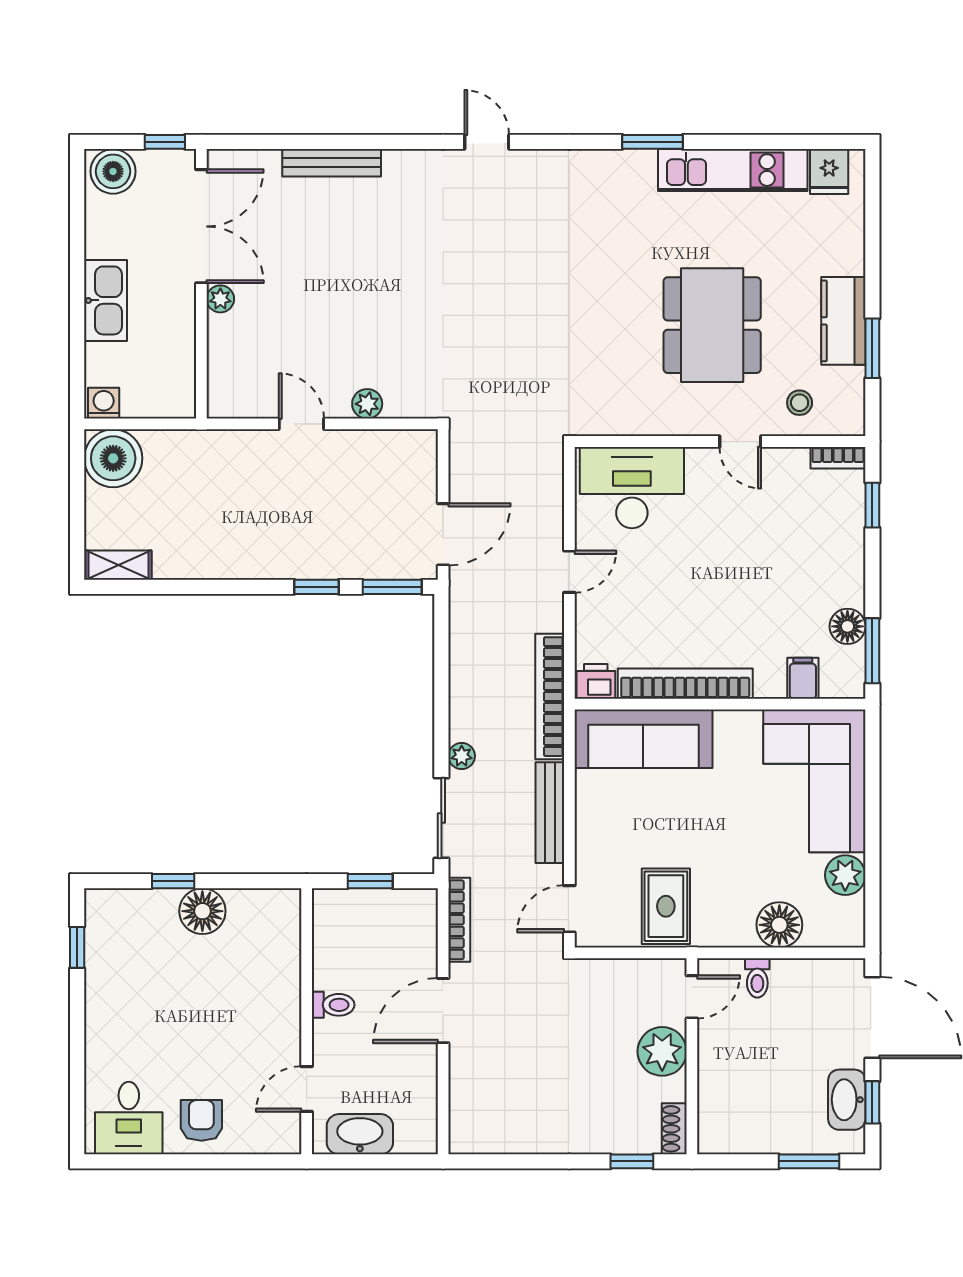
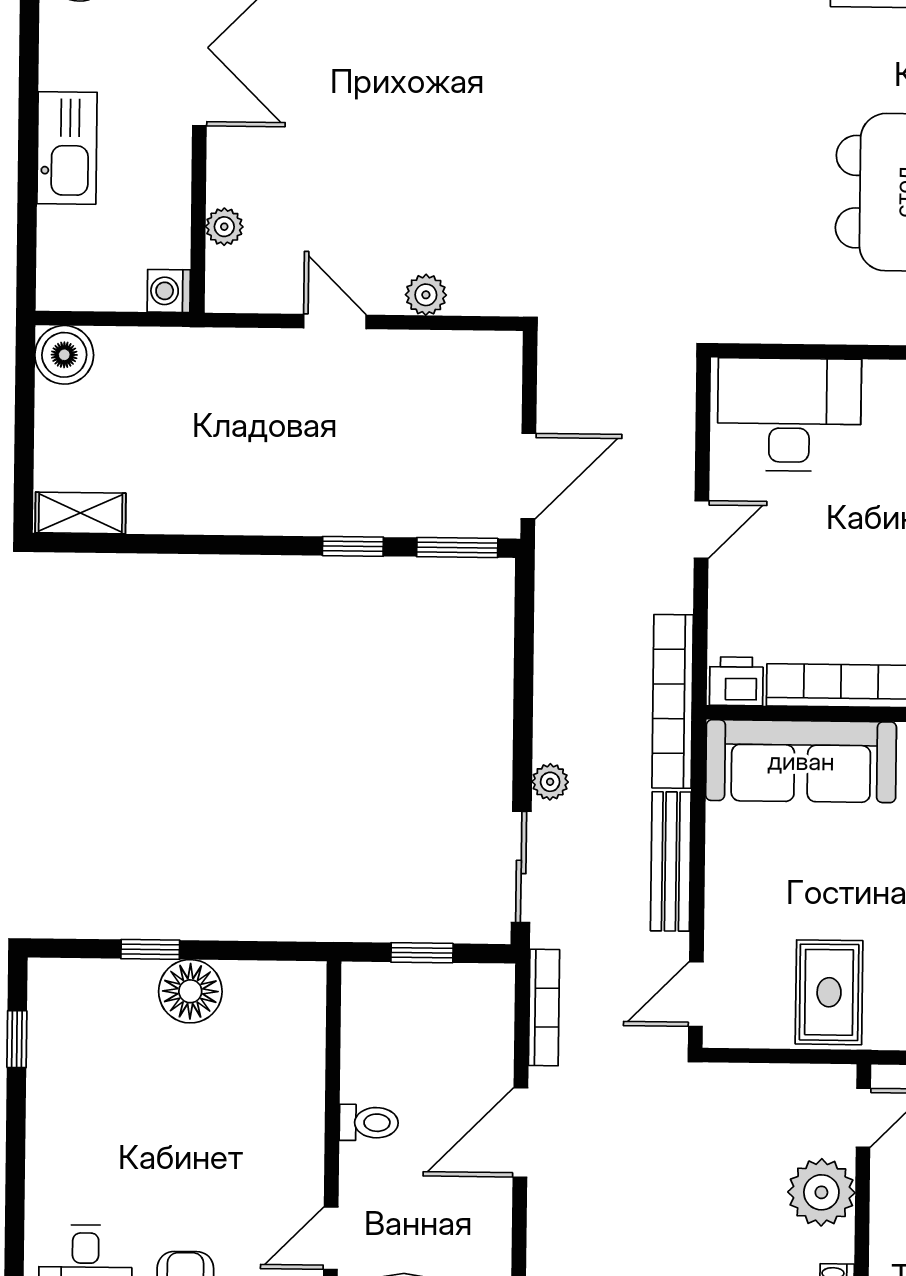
plant: (220, 299) -> (224, 227), moved
washing machine: (104, 403) -> (169, 291), moved, turned -90
boiler: (113, 458) -> (64, 355), width x0.73, depth x0.73

